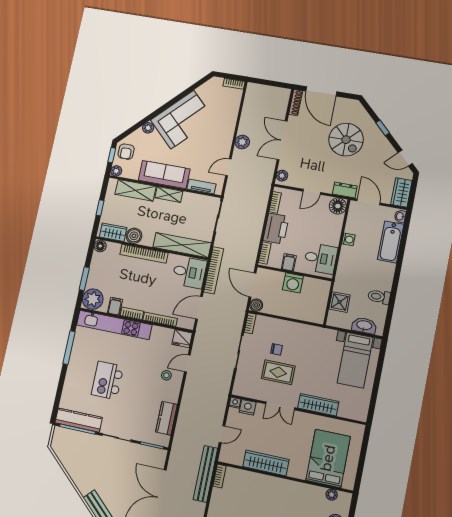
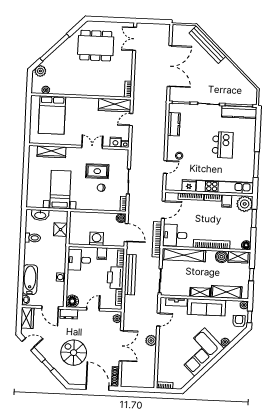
fridge: (182, 339) -> (189, 185), moved
bed with nightstands: (355, 360) -> (60, 190), moved
wardrobe: (318, 405) -> (52, 152), moved
wardrobe: (266, 463) -> (115, 105), moved
bench: (206, 474) -> (130, 275), moved

